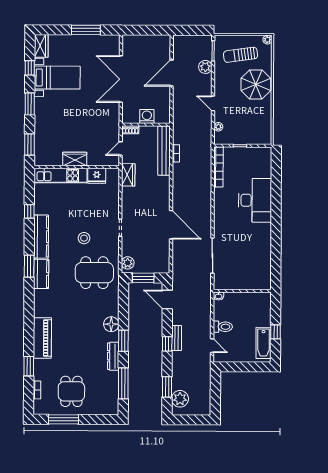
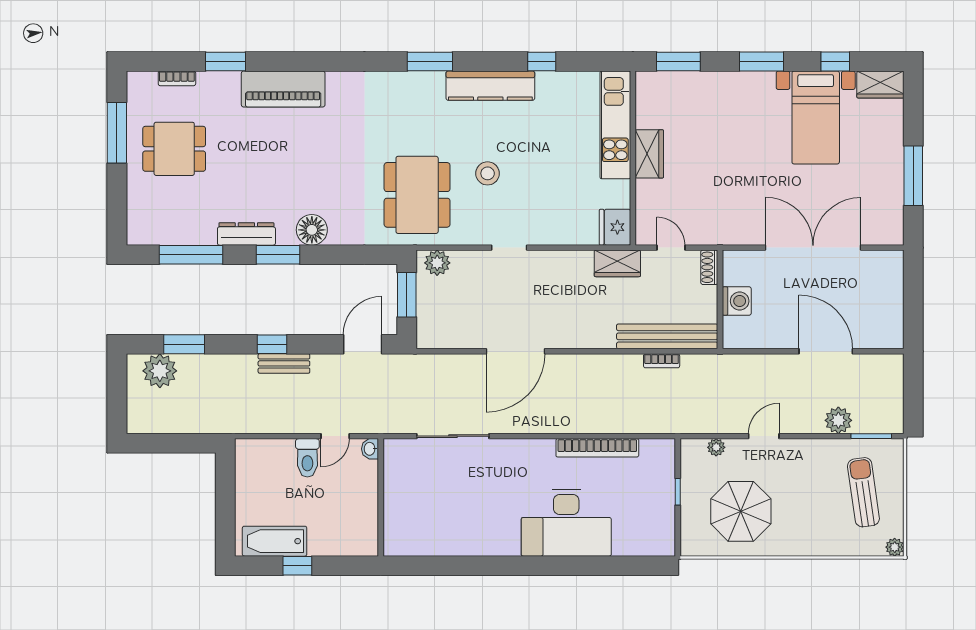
parasol: (256, 84) -> (741, 511), moved
bookcase: (218, 167) -> (597, 448), moved
fridge: (97, 176) -> (615, 227), moved
kitchen counter: (41, 274) -> (414, 86), removed
door: (212, 346) -> (335, 436), moved

